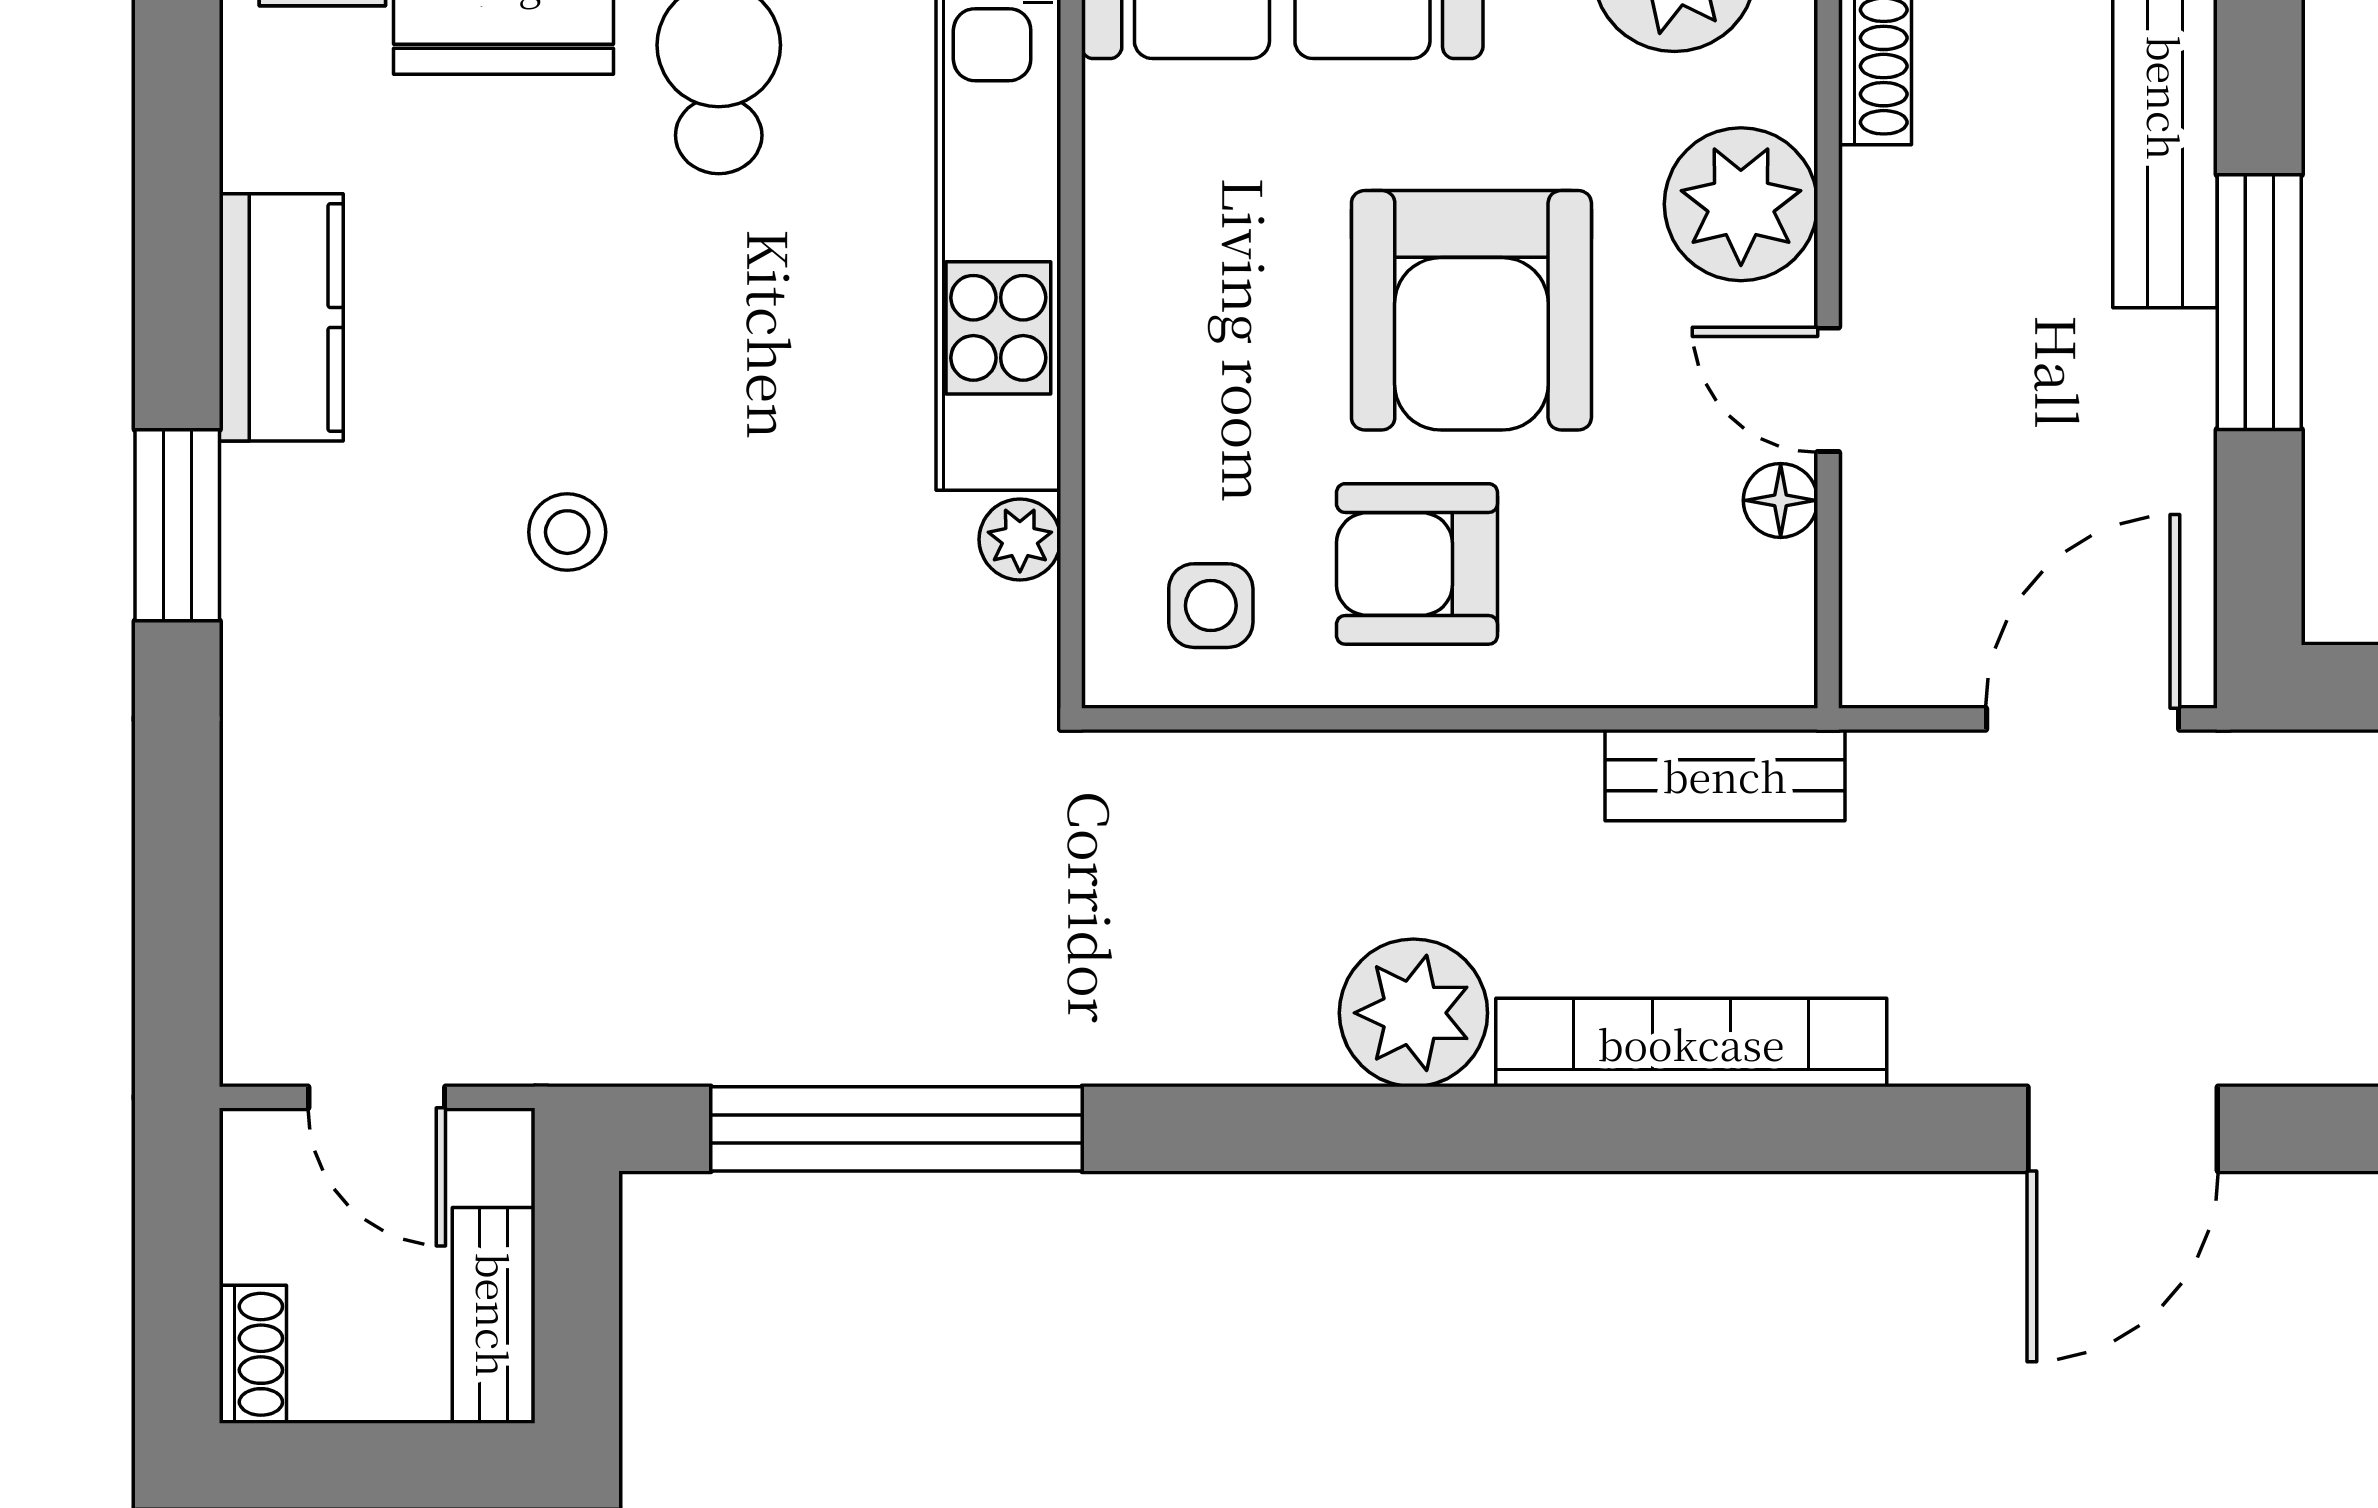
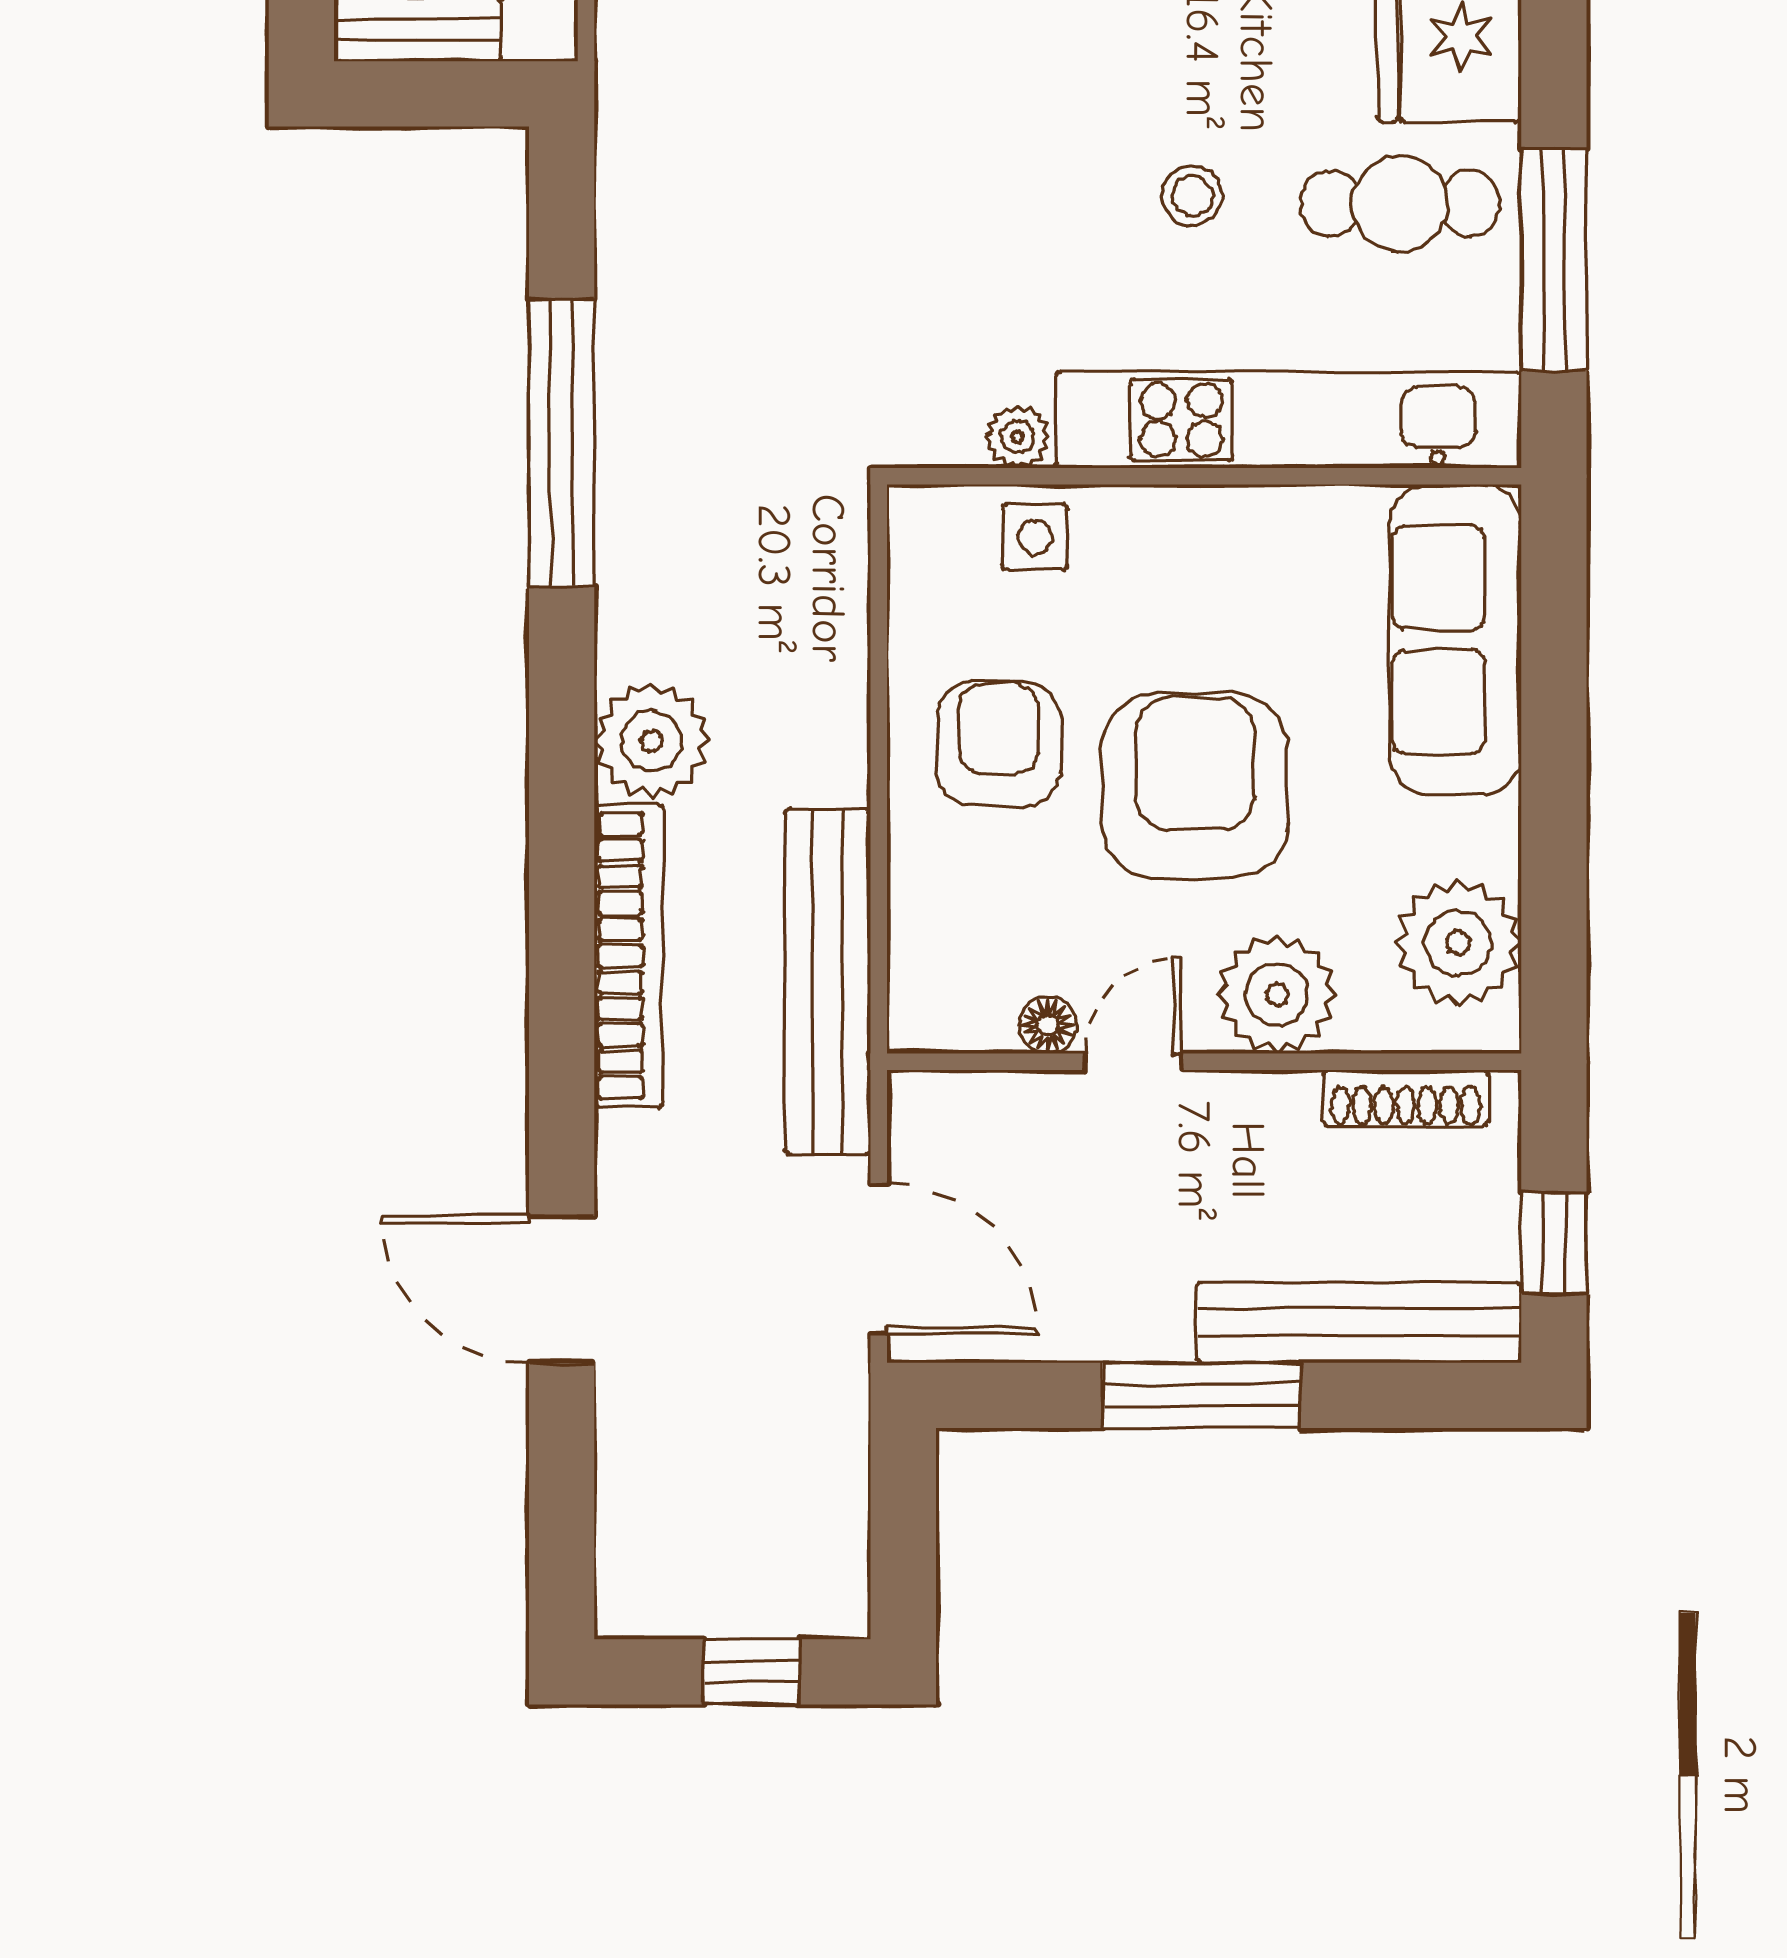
armchair: (1471, 310) -> (1195, 786), turned 90
stool: (567, 532) -> (1192, 196), moved
side table: (1211, 606) -> (1035, 537), moved
bench: (1725, 775) -> (828, 982), width x1.86, depth x1.21
window: (897, 1129) -> (562, 443), moved

